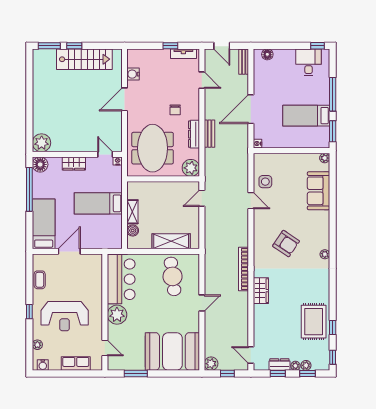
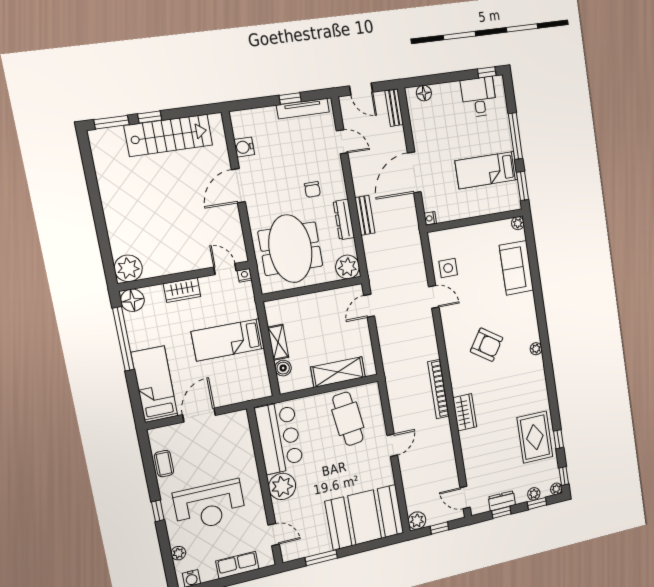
tv unit: (183, 54) -> (303, 109), width x1.41
plant: (295, 366) -> (556, 489), moved

